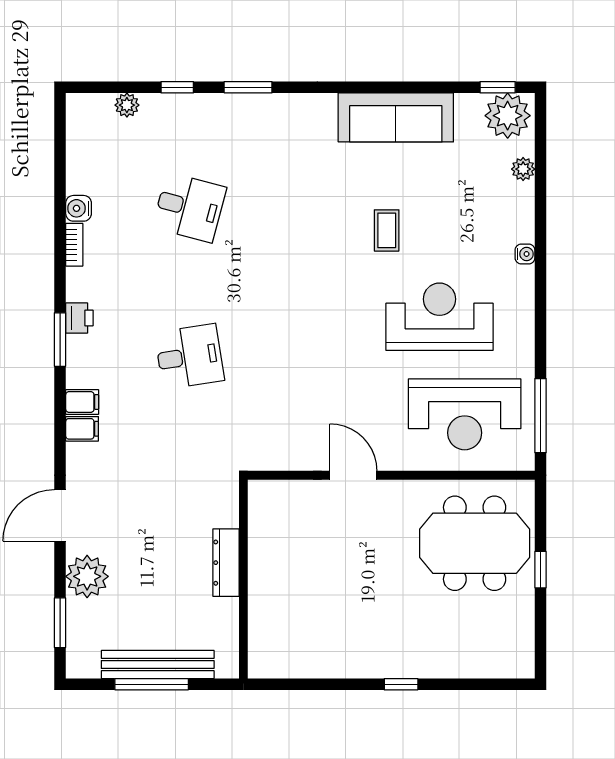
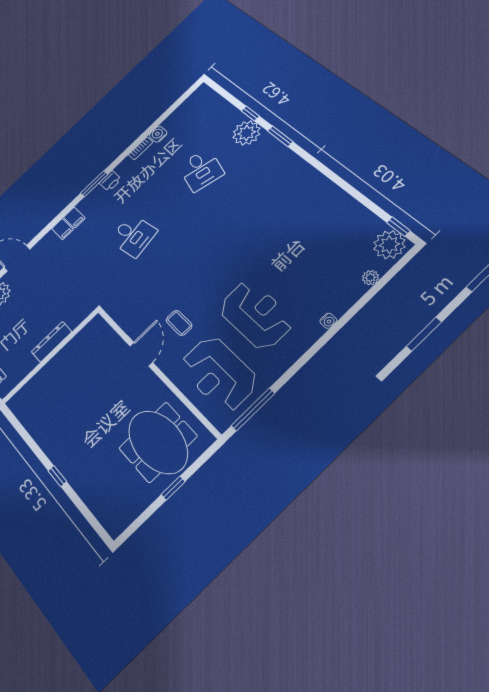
plant: (127, 105) -> (247, 133), moved, width x1.88, depth x1.88
sofa: (396, 117) -> (333, 202), removed
coffee table: (387, 230) -> (179, 323), moved, turned 90

